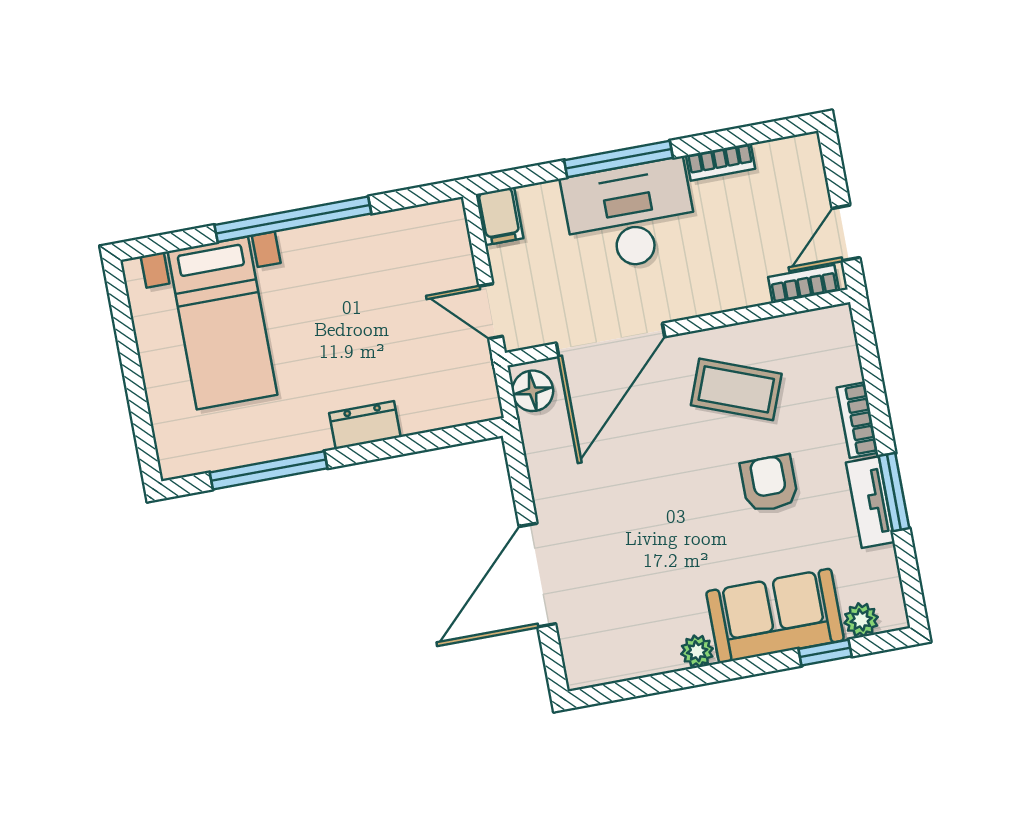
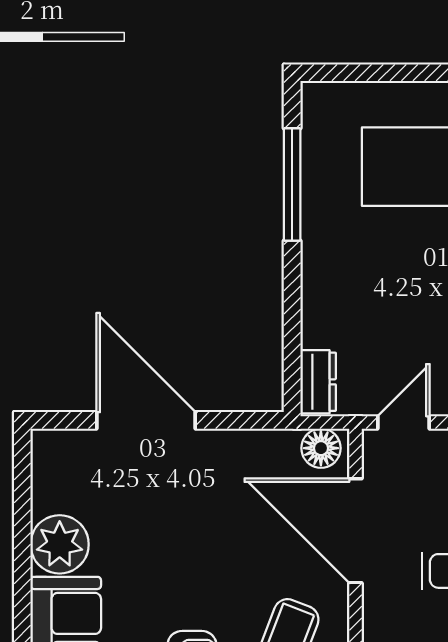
dresser: (365, 425) -> (318, 382), moved
plant: (697, 651) -> (60, 544), width x1.88, depth x1.88

